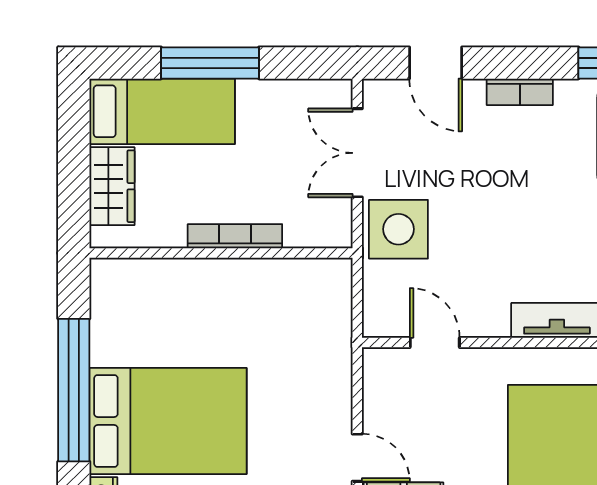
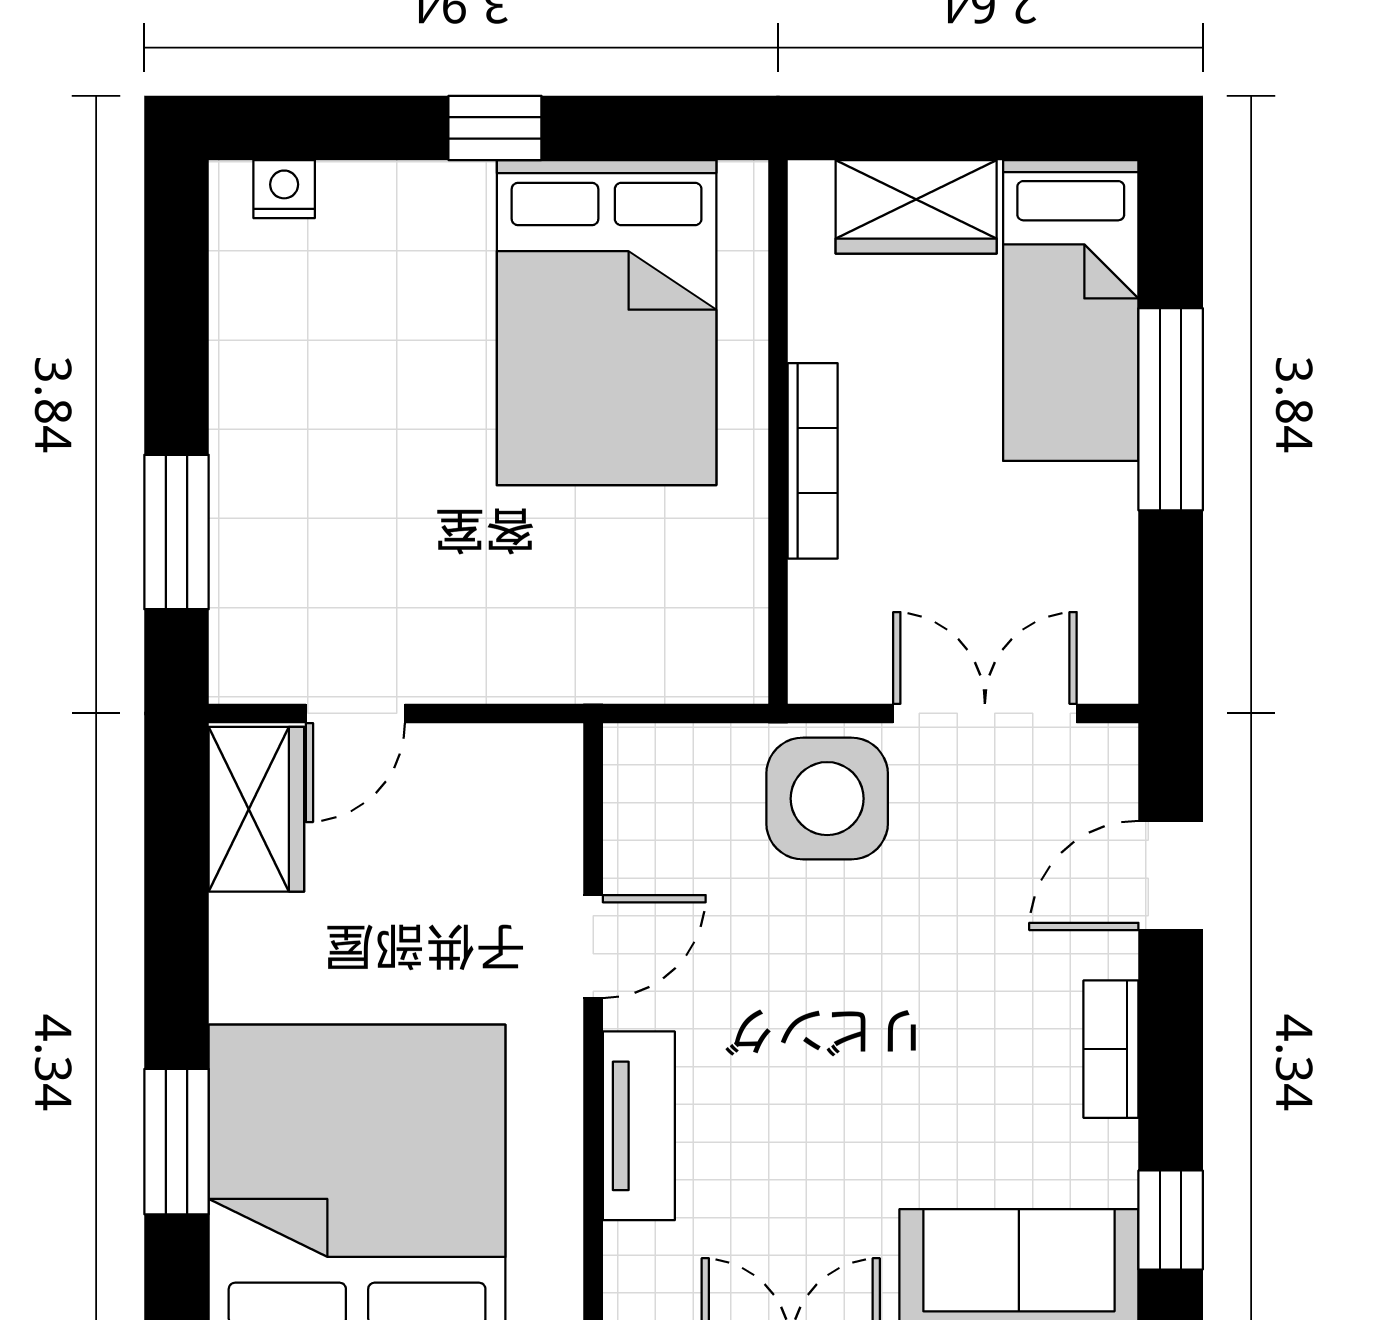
door: (435, 343) -> (593, 947), moved
window: (74, 390) -> (495, 128), width x0.32
bed: (168, 421) -> (607, 323), moved

